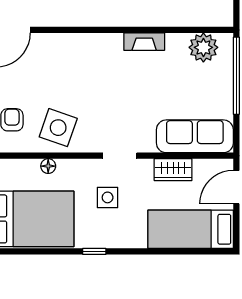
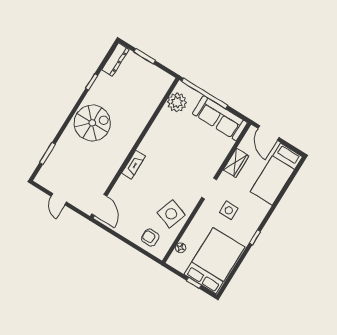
fireplace: (144, 42) -> (133, 165), moved
sofa: (195, 136) -> (220, 118), moved, turned -90
floor lamp: (48, 166) -> (181, 248), moved

